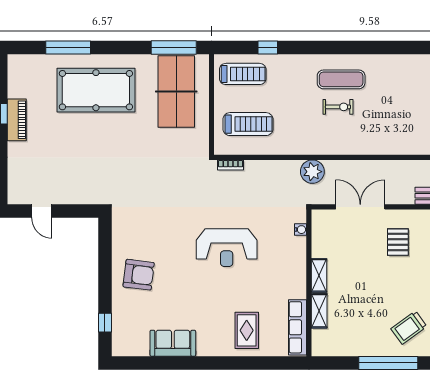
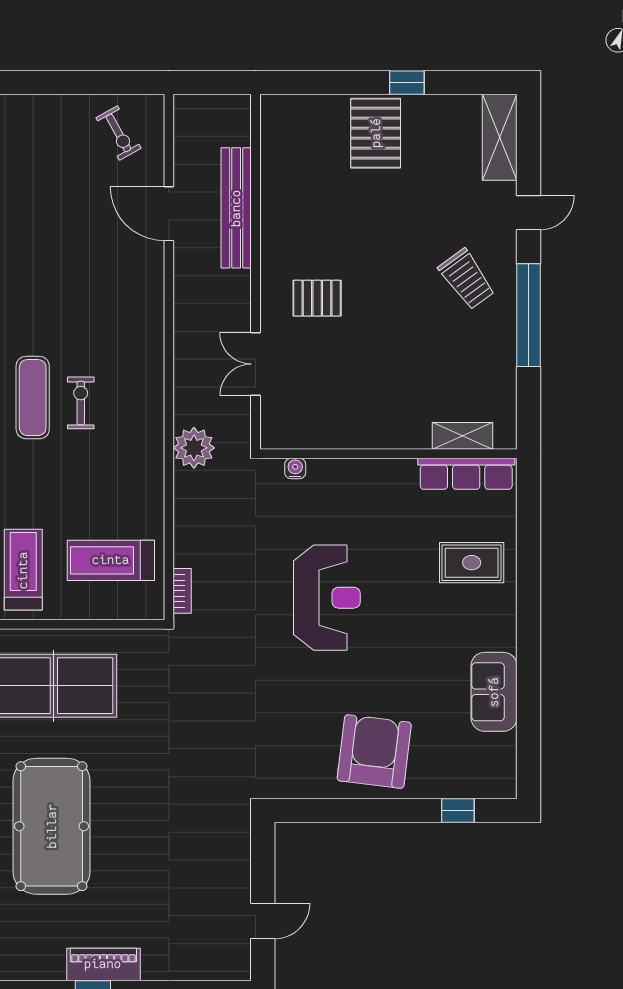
treadmill: (248, 124) -> (111, 560), turned -90
double door: (360, 207) -> (256, 364), width x0.73
armchair: (139, 275) -> (374, 752), width x1.36, depth x1.36
shelving: (319, 275) -> (375, 436), removed
shelving: (319, 311) -> (463, 436), moved

